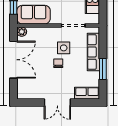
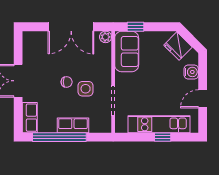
row of seats: (93, 52) -> (73, 125), width x0.68
window: (103, 69) -> (59, 137), width x2.11

